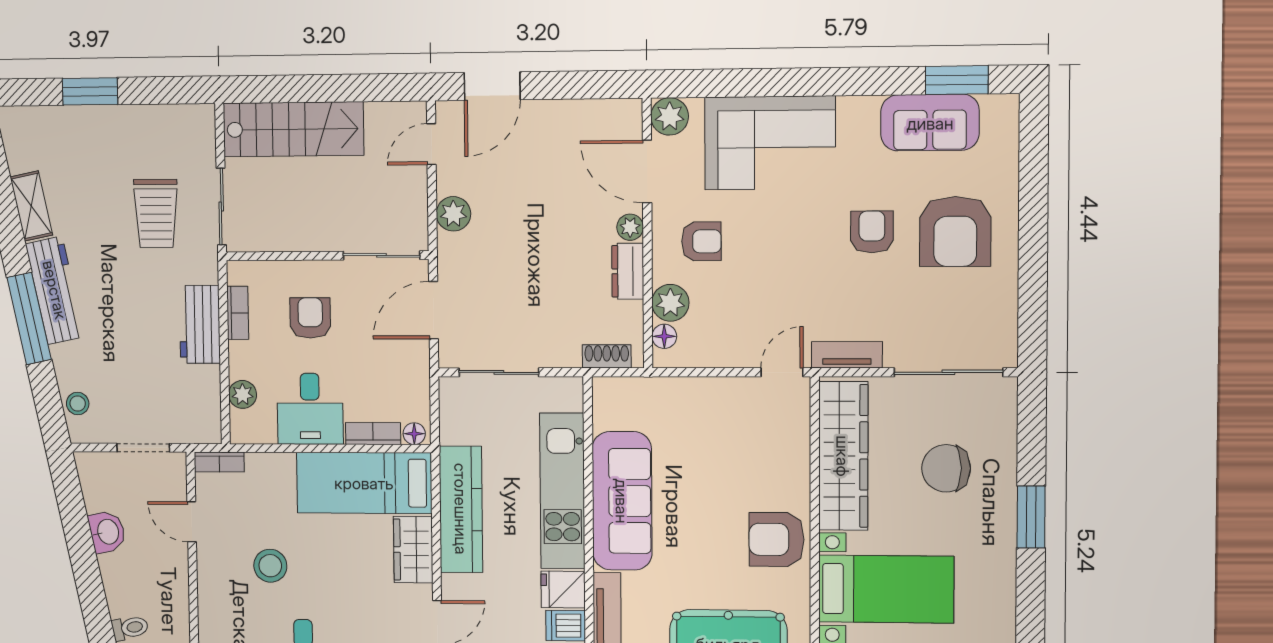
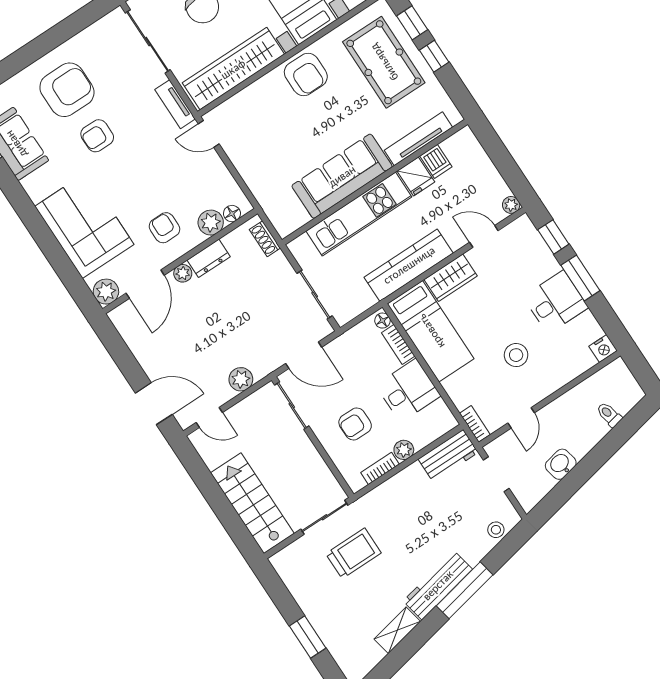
workbench: (200, 324) -> (448, 456), moved
plant: (243, 394) -> (404, 450), moved

